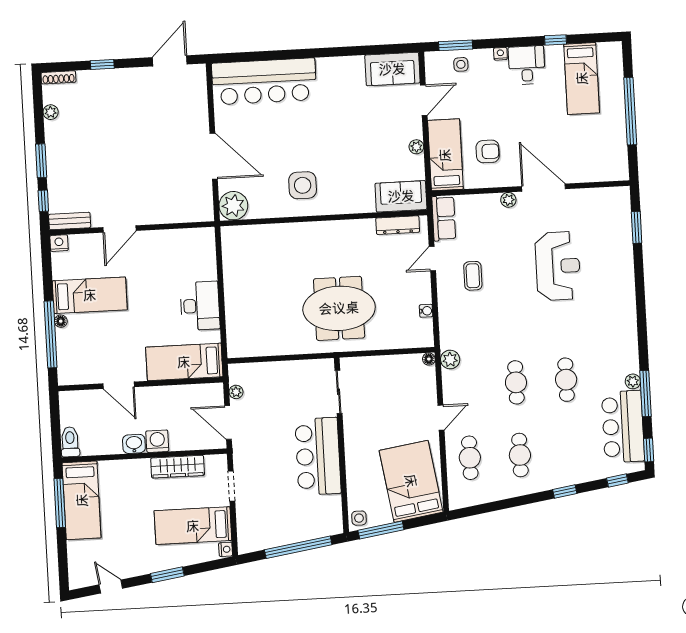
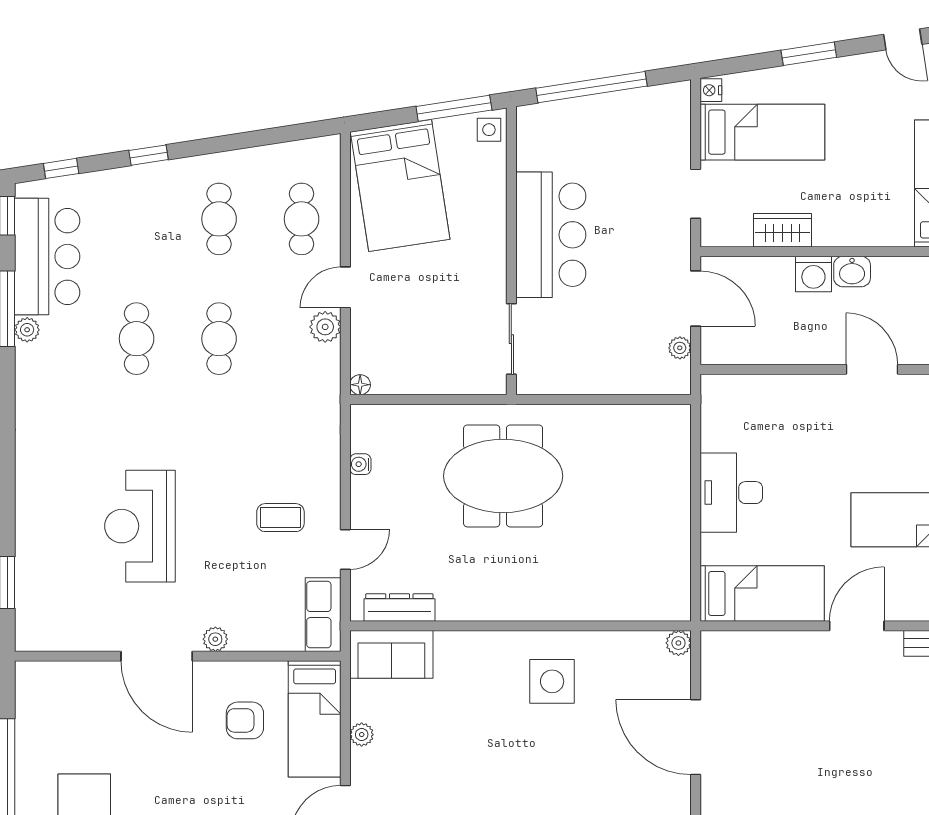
plant: (233, 206) -> (678, 643), width x0.53, depth x0.53
coffee table: (473, 276) -> (280, 518), turned 90
plant: (450, 360) -> (325, 327), moved
bed: (184, 362) -> (762, 593), moved
wardrobe: (178, 467) -> (782, 230), width x0.67

